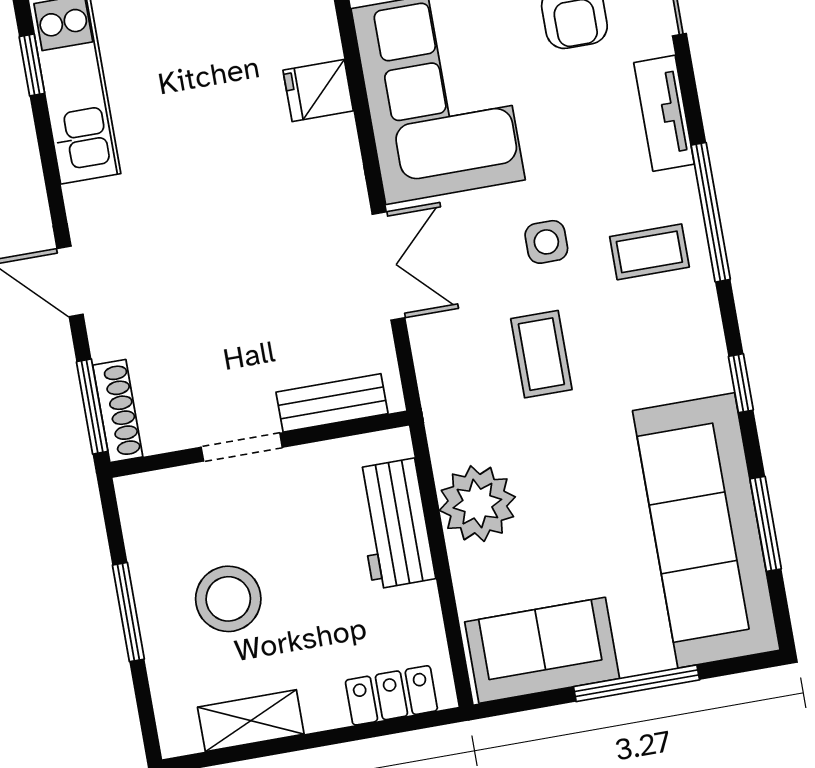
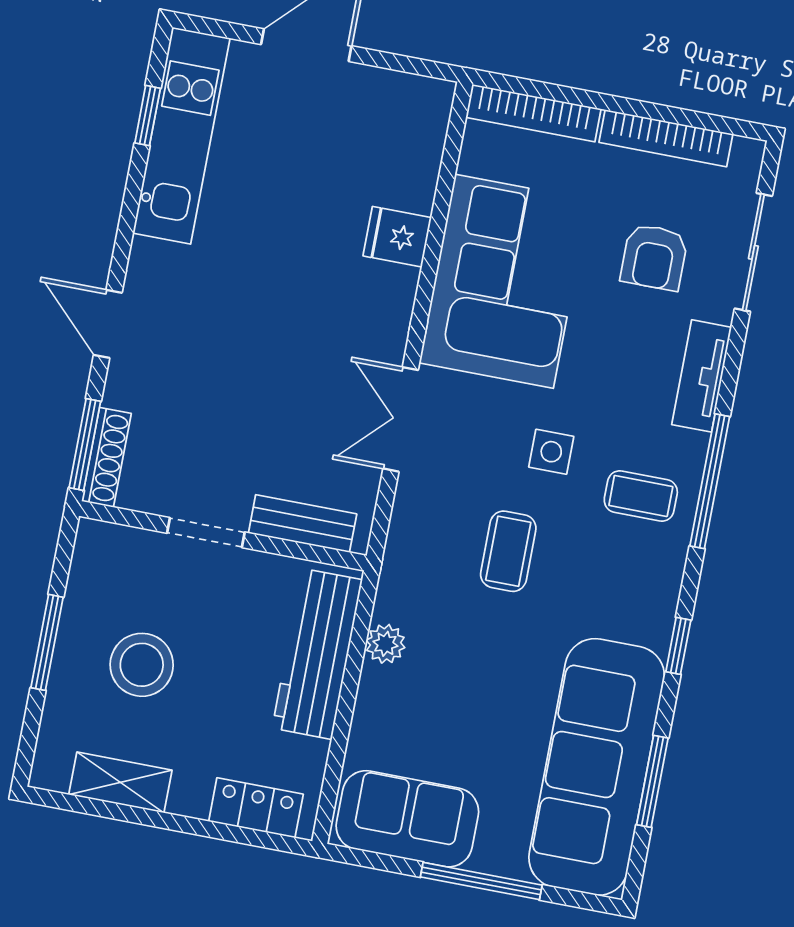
double door: (389, 266) -> (401, 419), swing flipped
plant: (477, 504) -> (385, 644), width x0.53, depth x0.53
workbench: (394, 524) -> (317, 654), width x1.38

